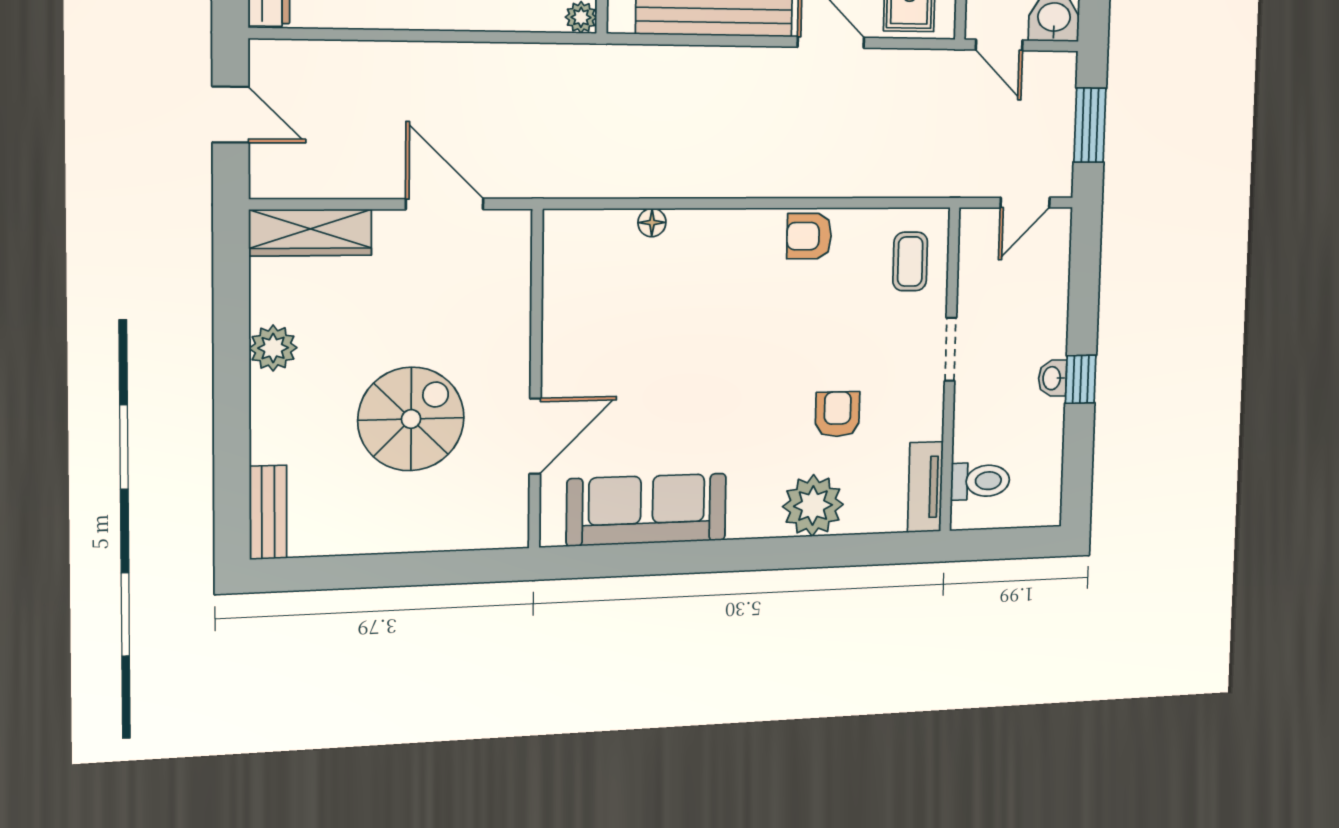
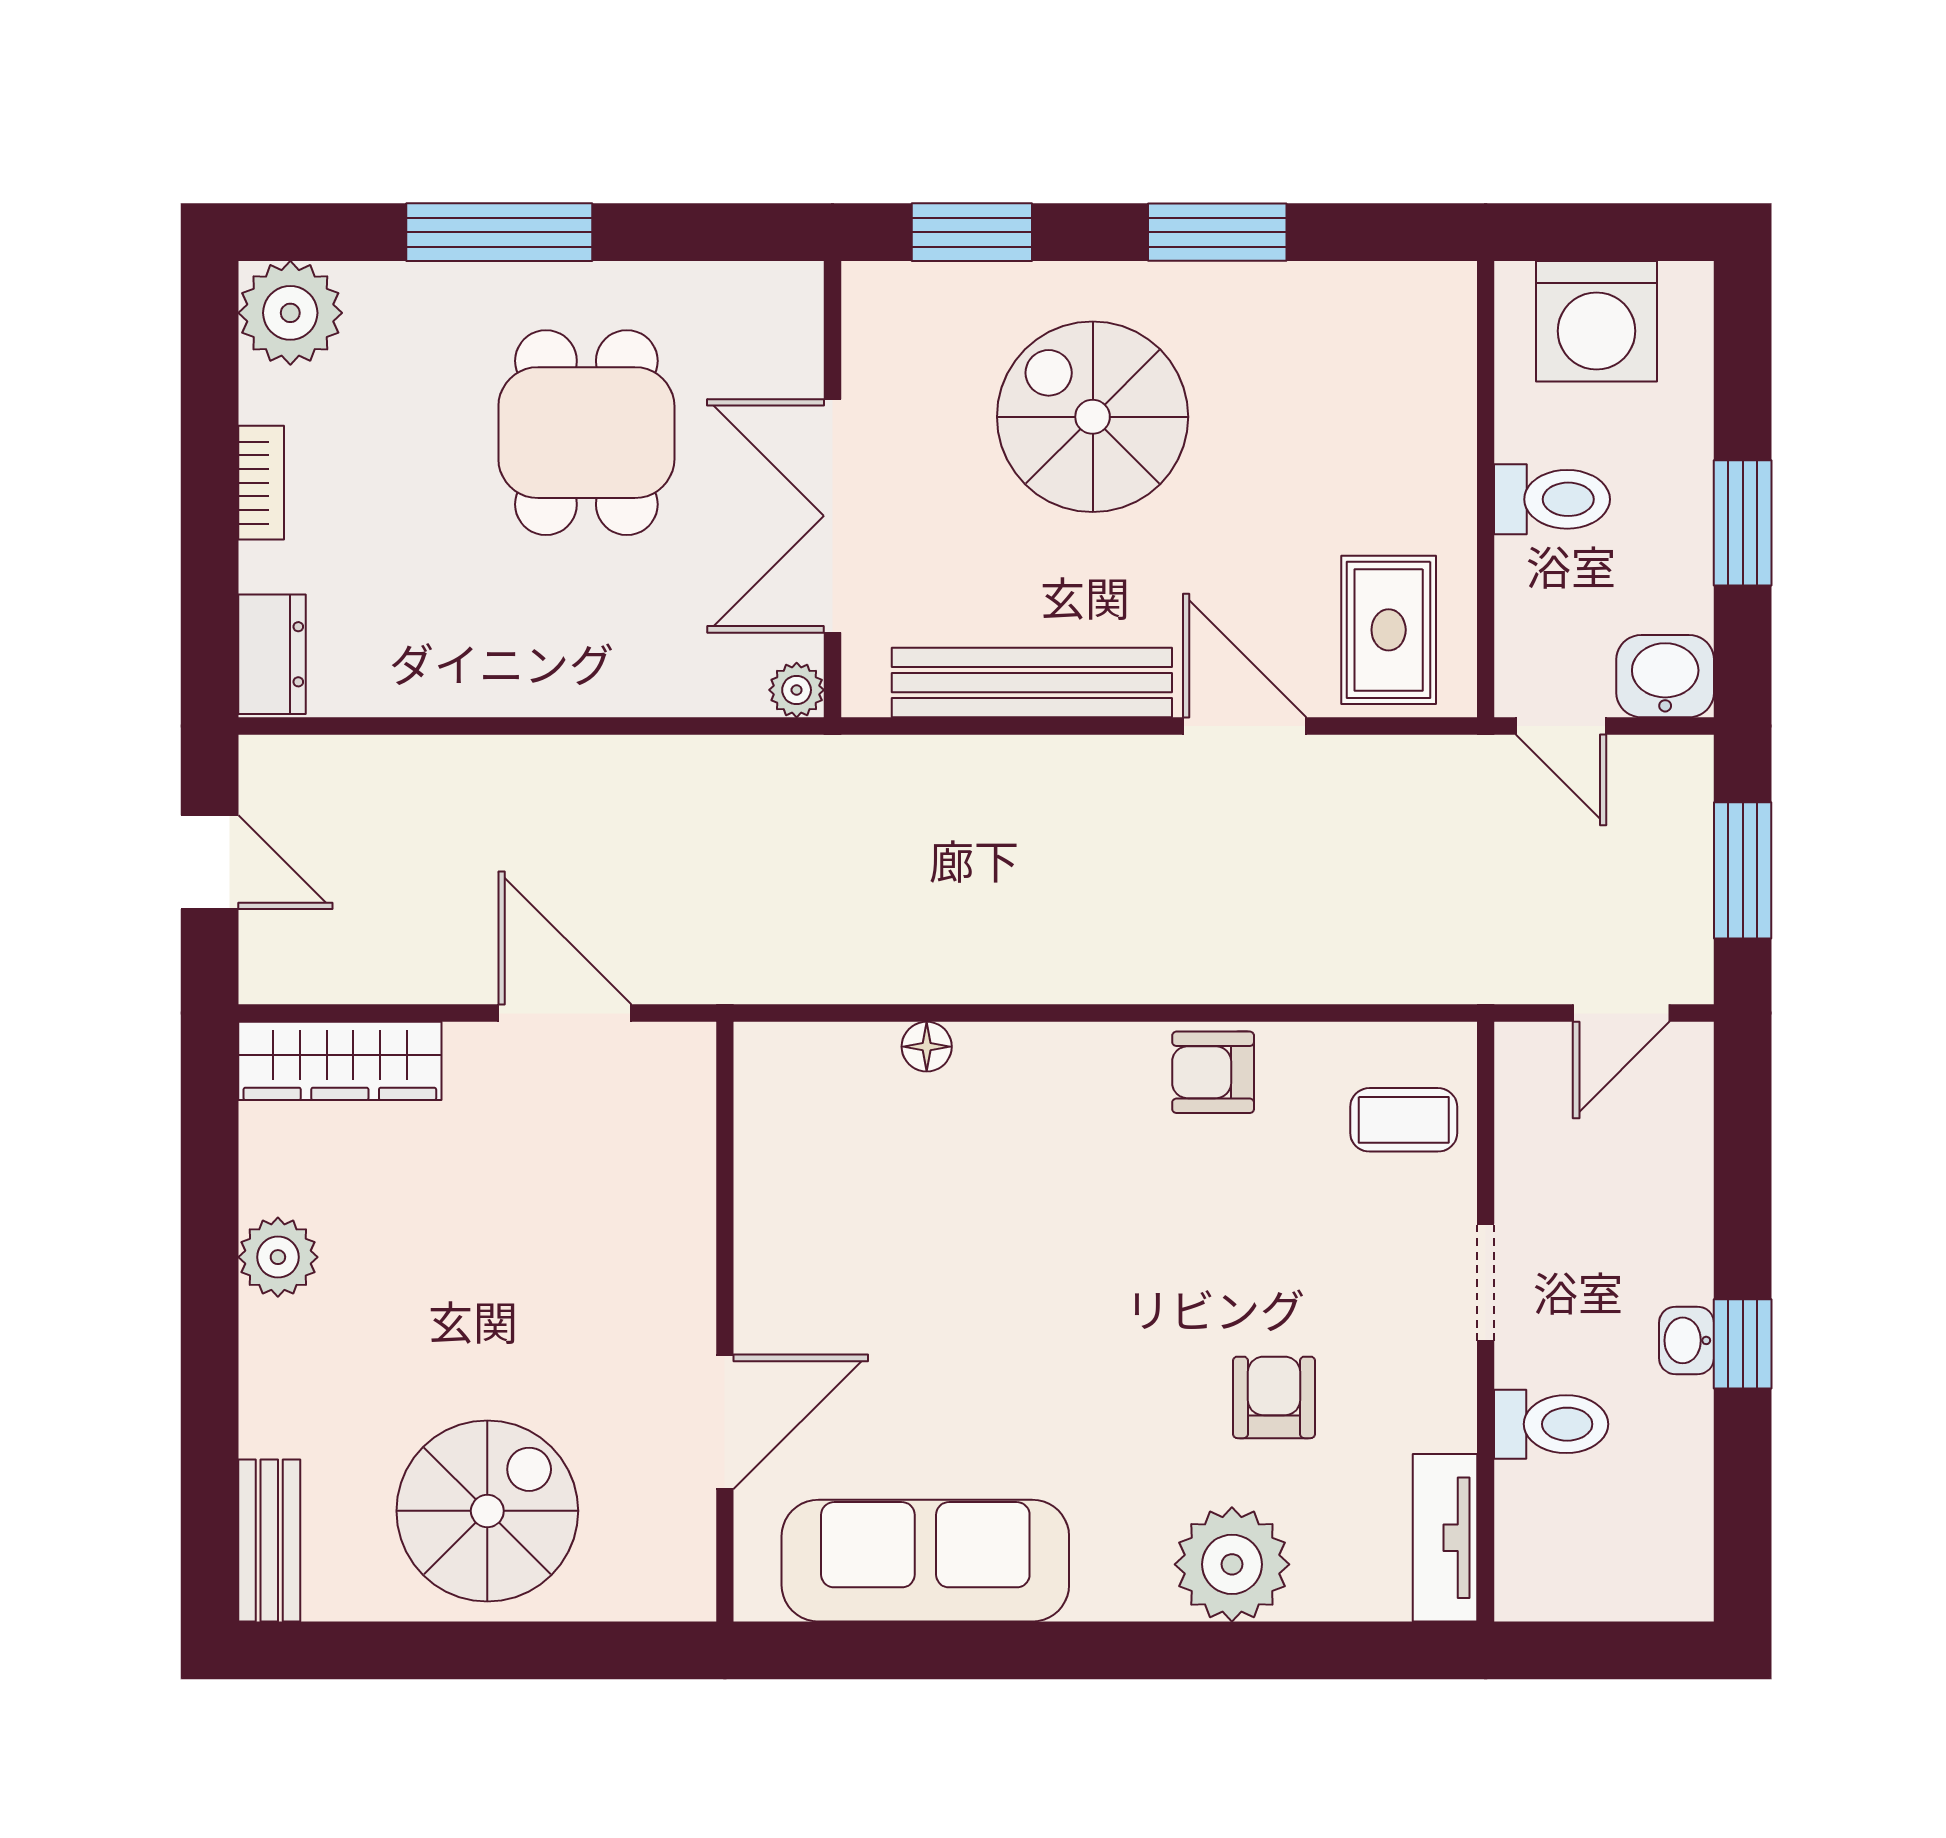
coffee table: (910, 261) -> (1404, 1120), turned 90
spiral stairs: (411, 419) -> (487, 1511), moved
toilet: (980, 481) -> (1551, 1424), moved

